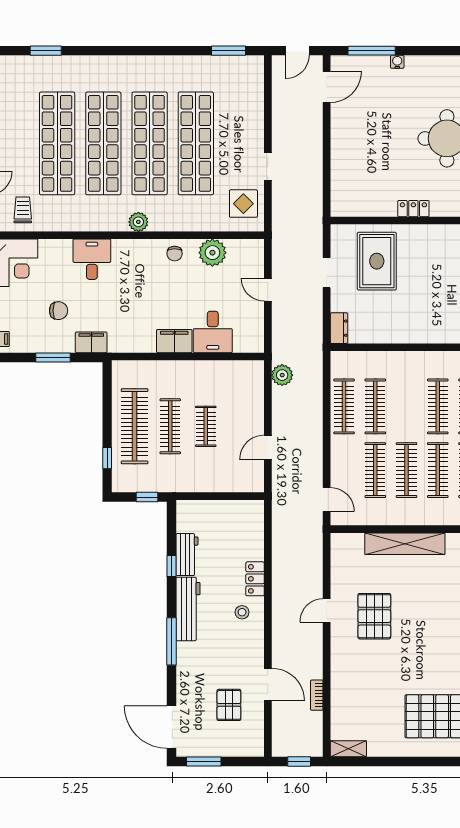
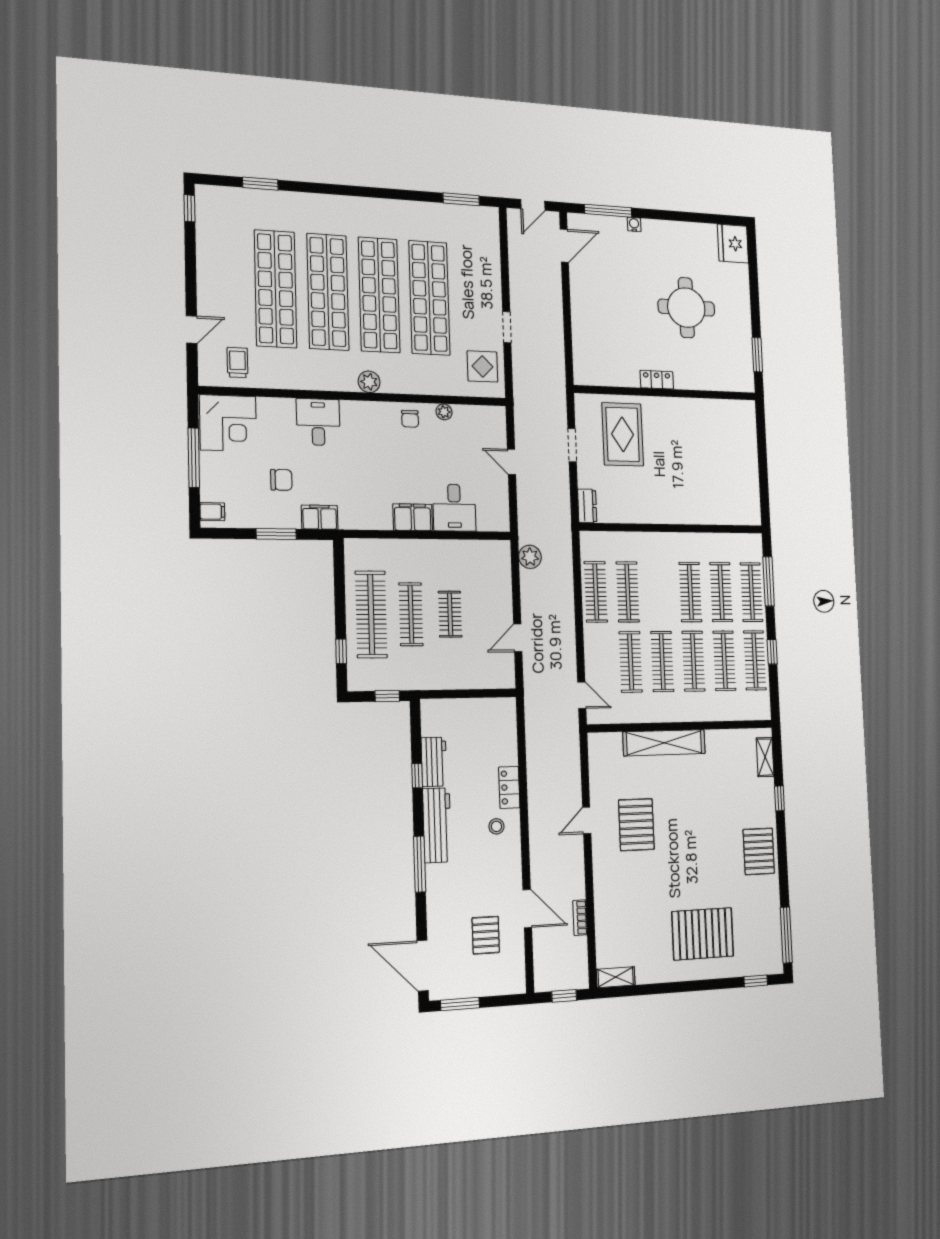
plant: (212, 253) -> (444, 412), width x0.53, depth x0.53

